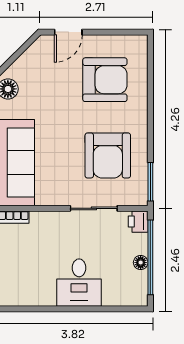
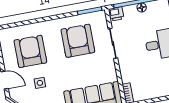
side table: (54, 85) -> (40, 83), added
armchair: (108, 155) -> (78, 41), turned -90

